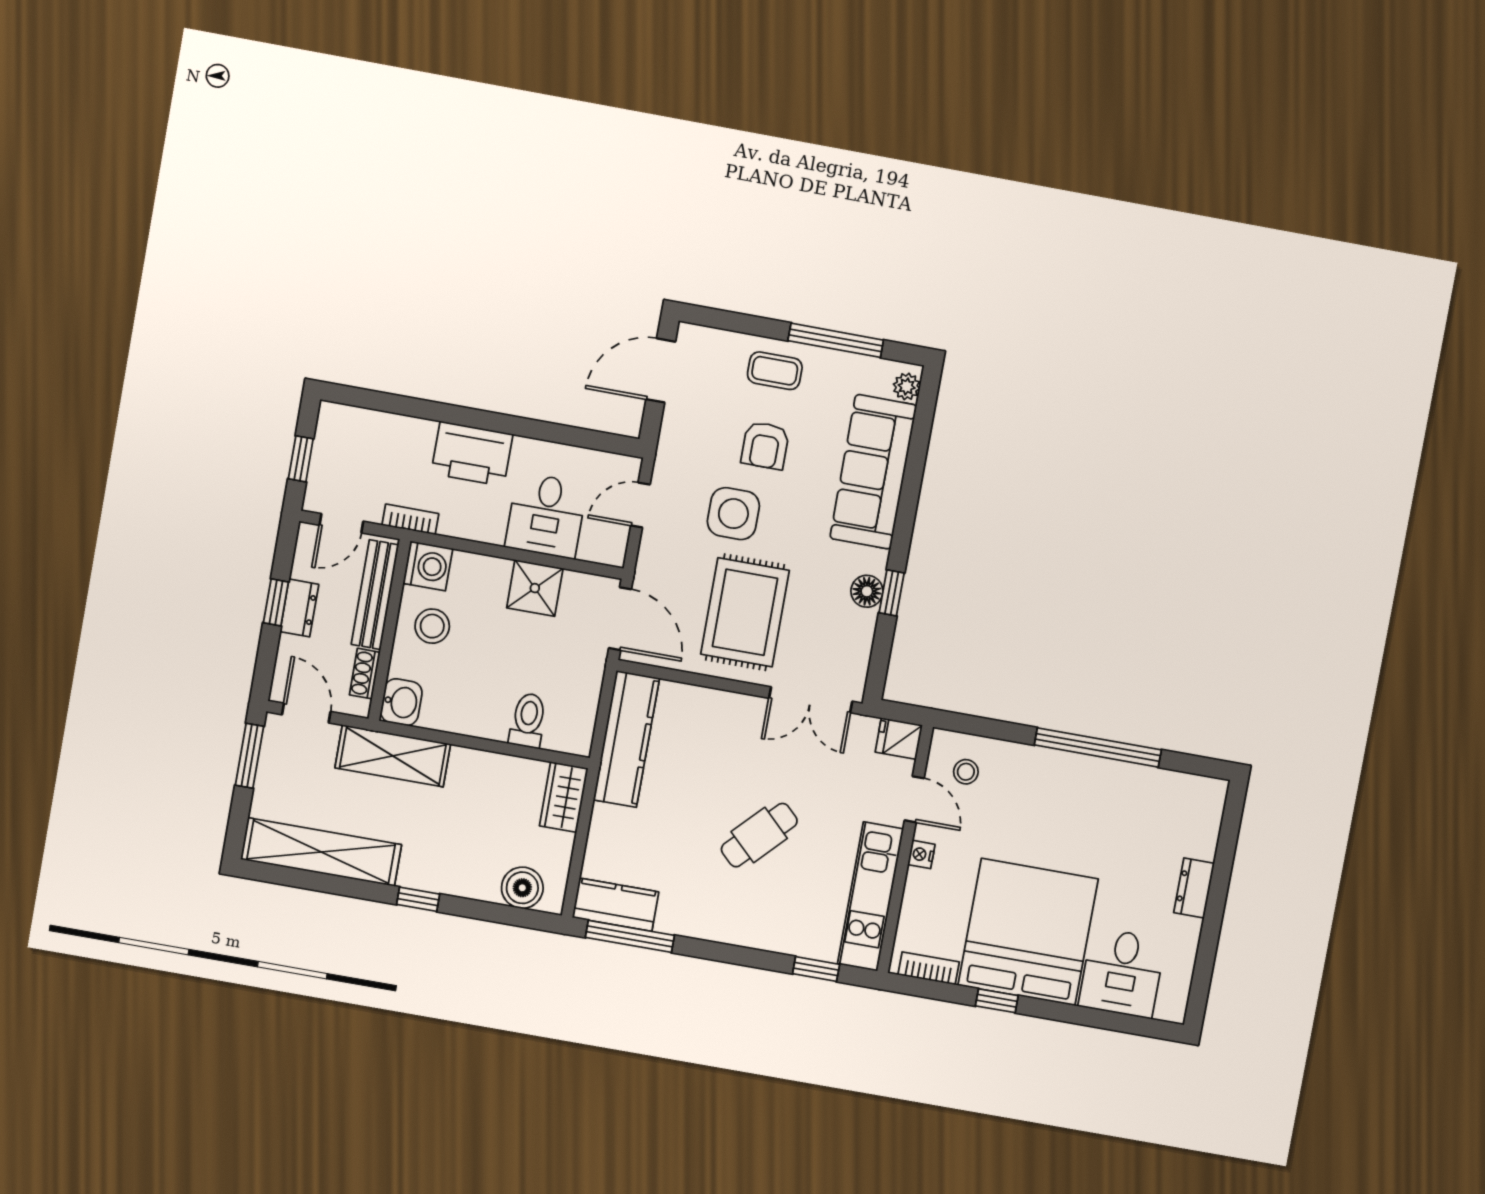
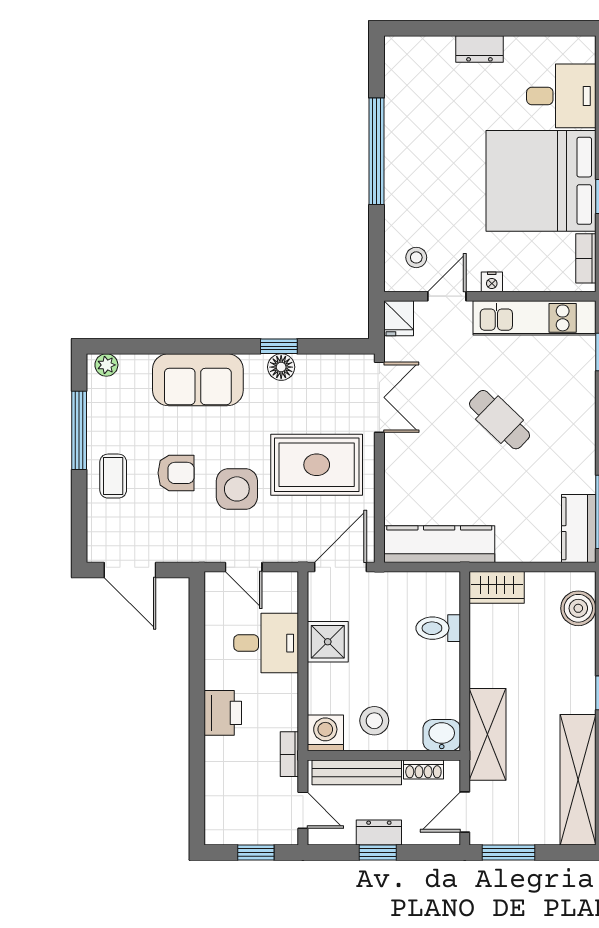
printer: (472, 454) -> (223, 713), width x0.73, depth x0.84
sofa: (873, 472) -> (198, 380), width x0.73

